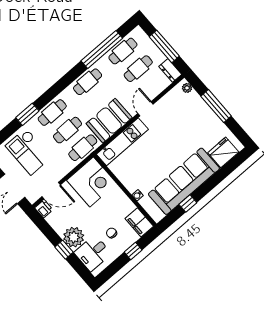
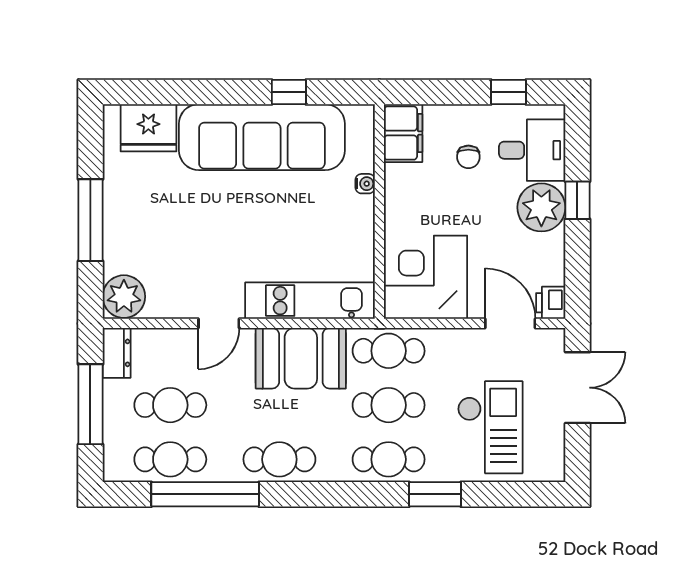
plant: (187, 88) -> (124, 297), width x1.87, depth x1.87
window: (133, 251) -> (509, 92), moved

